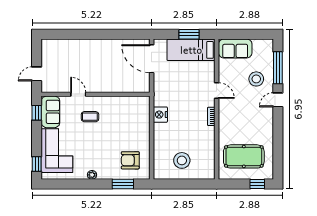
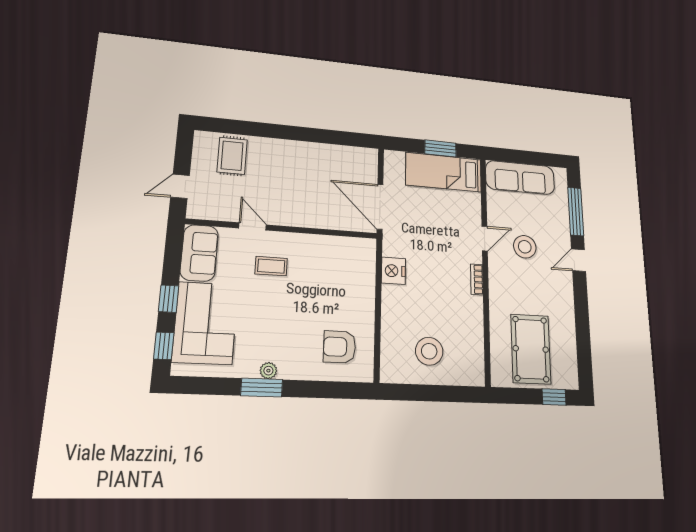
sofa: (235, 48) -> (520, 178), width x1.36
rug: (64, 52) -> (232, 156), added
door: (152, 59) -> (380, 207), moved
stool: (256, 79) -> (525, 247), moved
door: (217, 91) -> (485, 238), hinge flipped
window: (37, 113) -> (169, 299), moved
pool table: (244, 156) -> (531, 349), turned 90
window: (123, 184) -> (262, 388), moved

